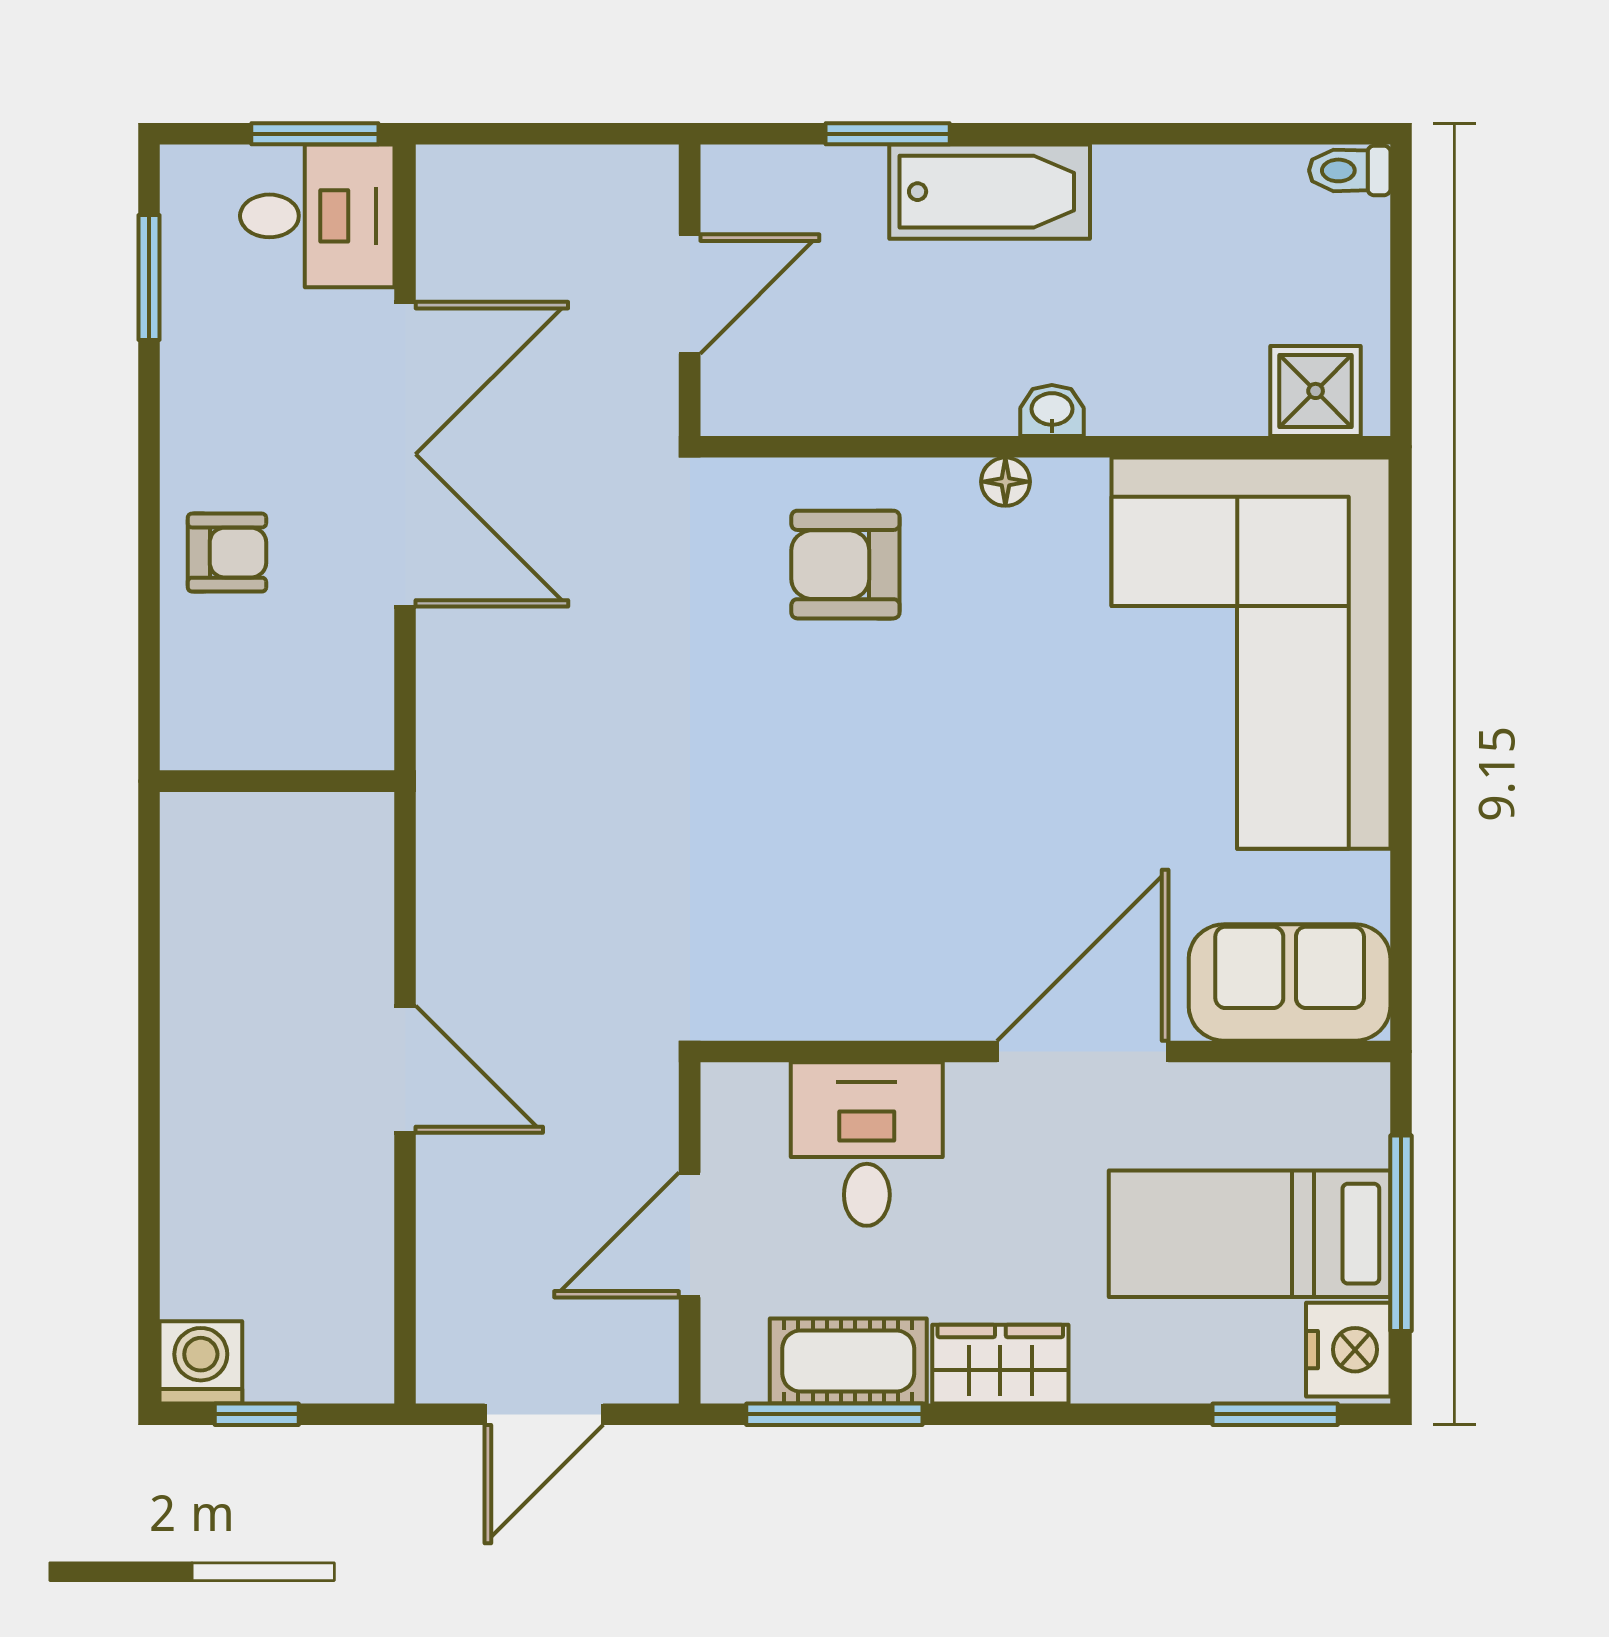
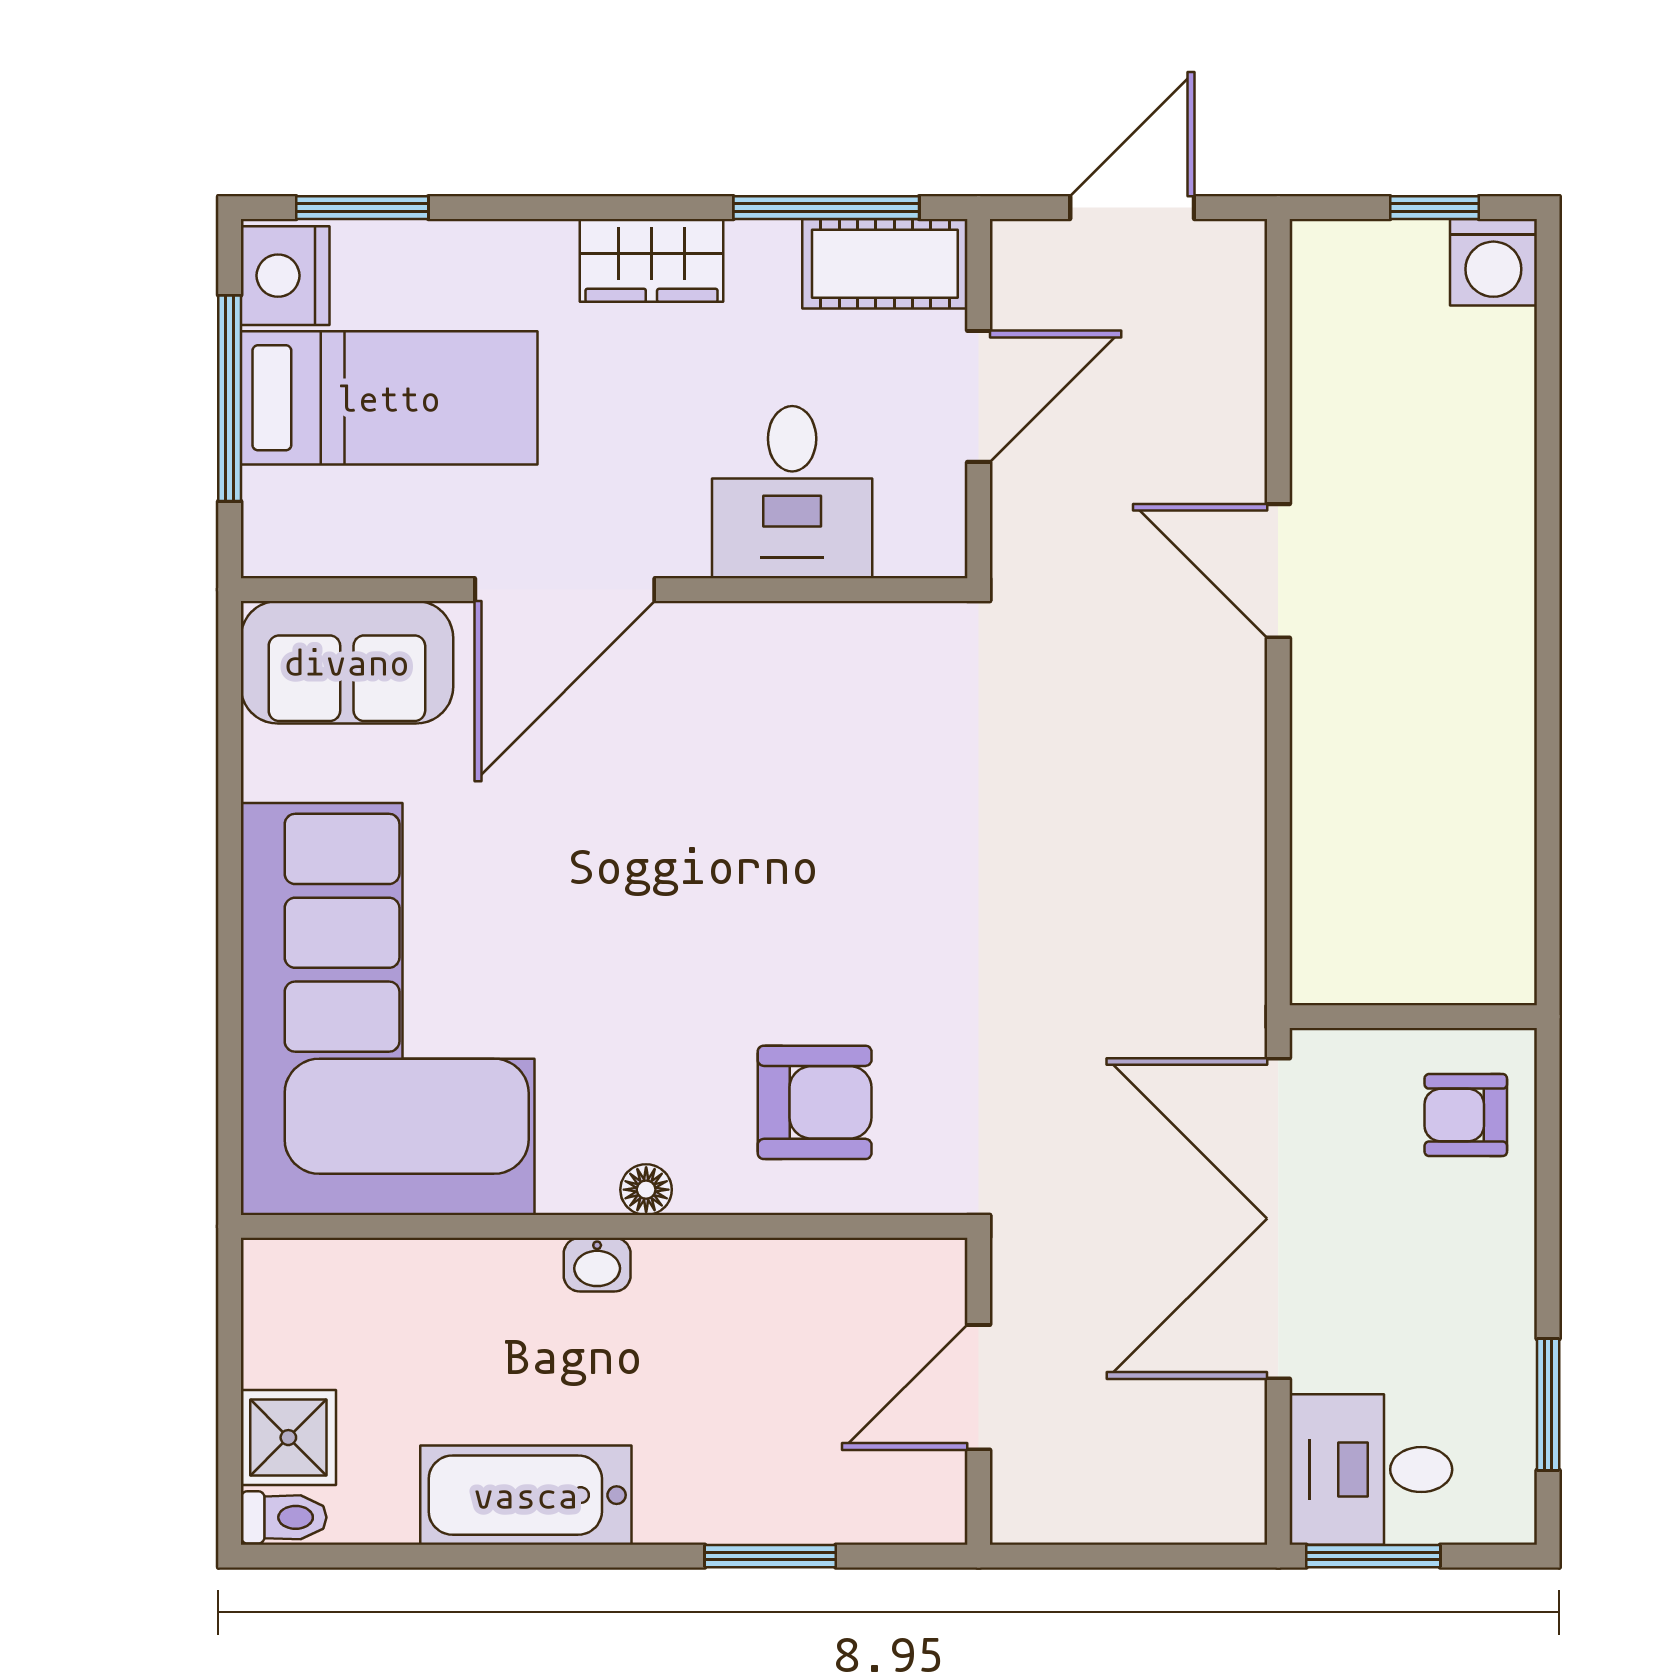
bathtub: (990, 192) -> (526, 1495), moved
shower: (1316, 391) -> (288, 1438), moved
wall: (277, 781) -> (1413, 1017), moved
cot: (848, 1361) -> (885, 264), moved

